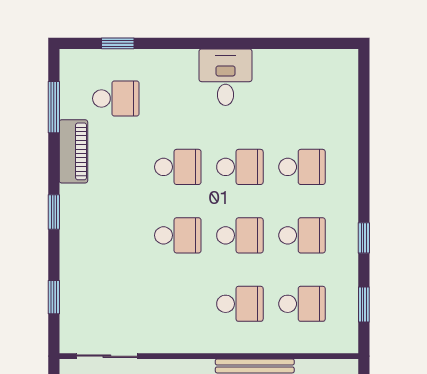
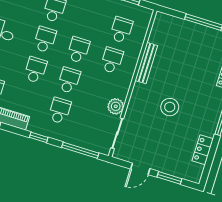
school desk: (302, 235) -> (59, 111), moved
window: (54, 297) -> (80, 150), width x2.17
plant: (156, 338) -> (116, 106), added

